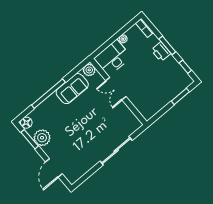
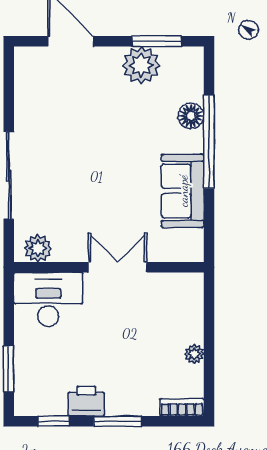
printer: (161, 52) -> (86, 401), moved
desk: (113, 58) -> (48, 299), moved, turned -90
plant: (89, 70) -> (38, 248), moved
floor lamp: (26, 123) -> (191, 116), moved

